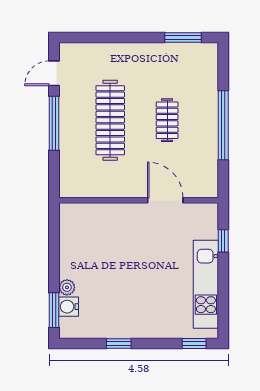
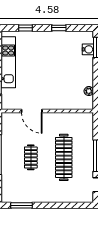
plant: (67, 287) -> (89, 91), moved
window: (194, 344) -> (25, 28), moved

